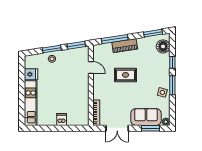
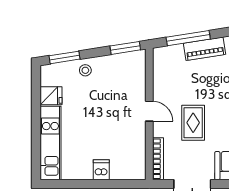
window: (52, 49) -> (64, 57), moved
door: (91, 68) -> (149, 111), moved
rug: (125, 75) -> (193, 123), moved, turned 90

